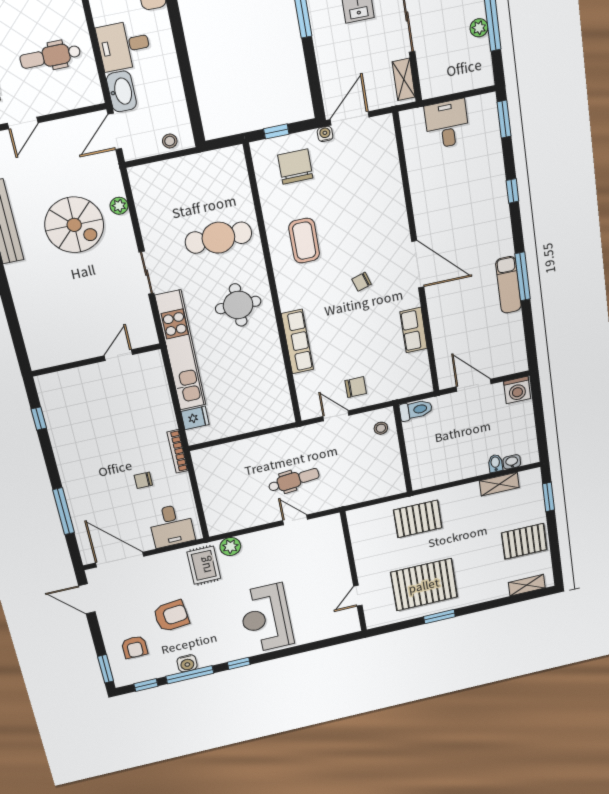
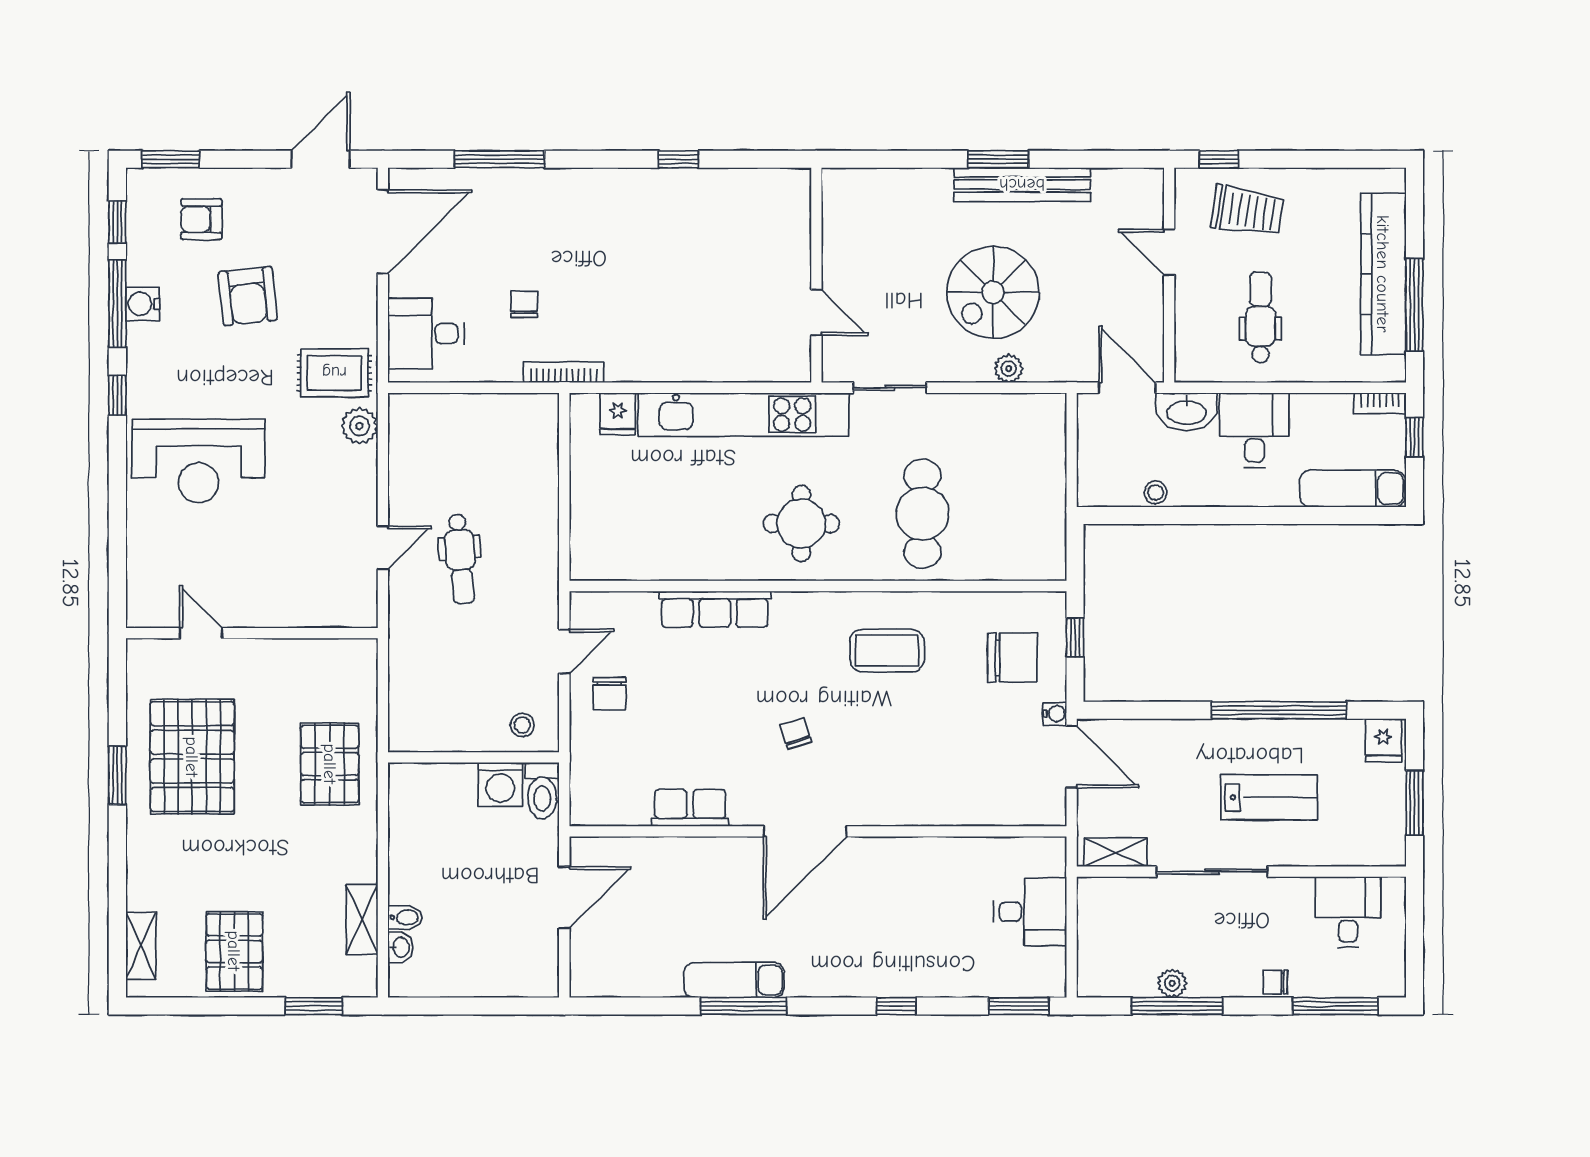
stool: (170, 141) -> (1156, 492), moved
door: (118, 355) -> (816, 313), moved
wall: (96, 360) -> (816, 275), moved
washing machine: (517, 390) -> (500, 784), moved, turned -90
reception desk: (266, 618) -> (199, 461), turned 180

